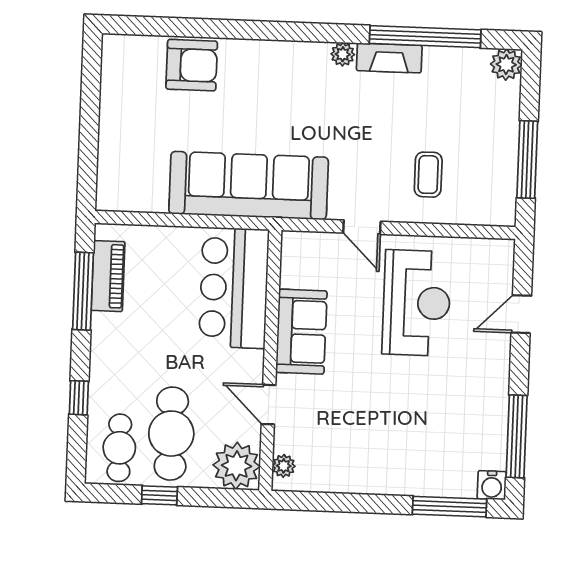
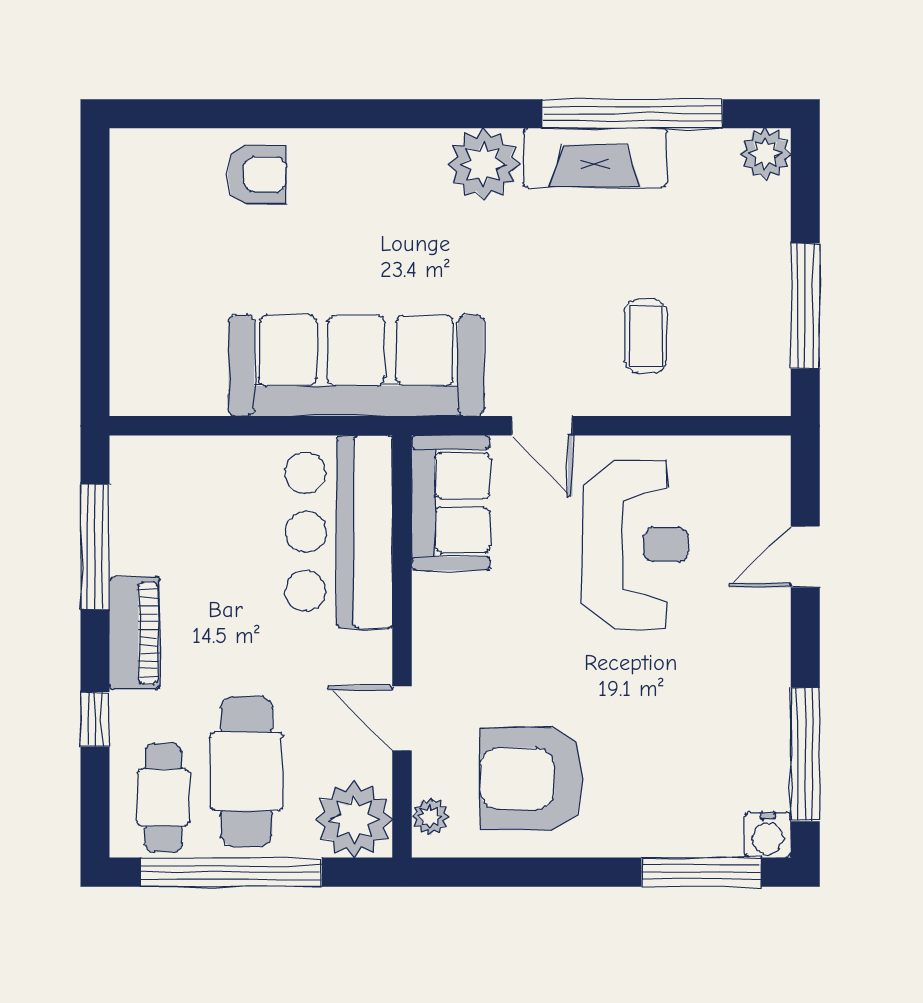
plant: (343, 54) -> (483, 164), width x1.87, depth x1.87
fireplace: (389, 58) -> (595, 158), width x1.37, depth x1.32
armchair: (192, 65) -> (257, 174), width x0.72, depth x0.72
piano: (108, 276) -> (135, 633), moved
sofa: (301, 332) -> (451, 503), moved
armchair: (347, 445) -> (532, 779), added
window: (159, 495) -> (231, 872), width x3.17

